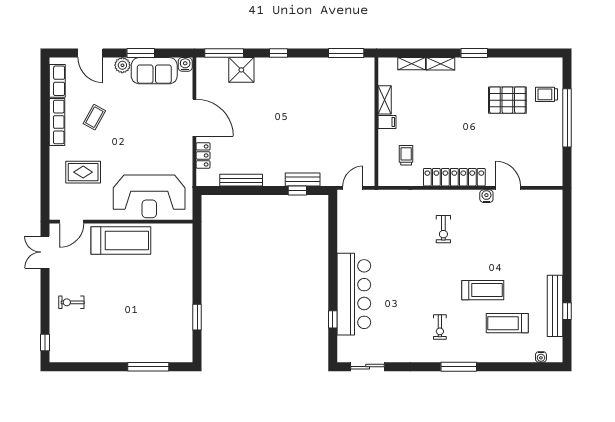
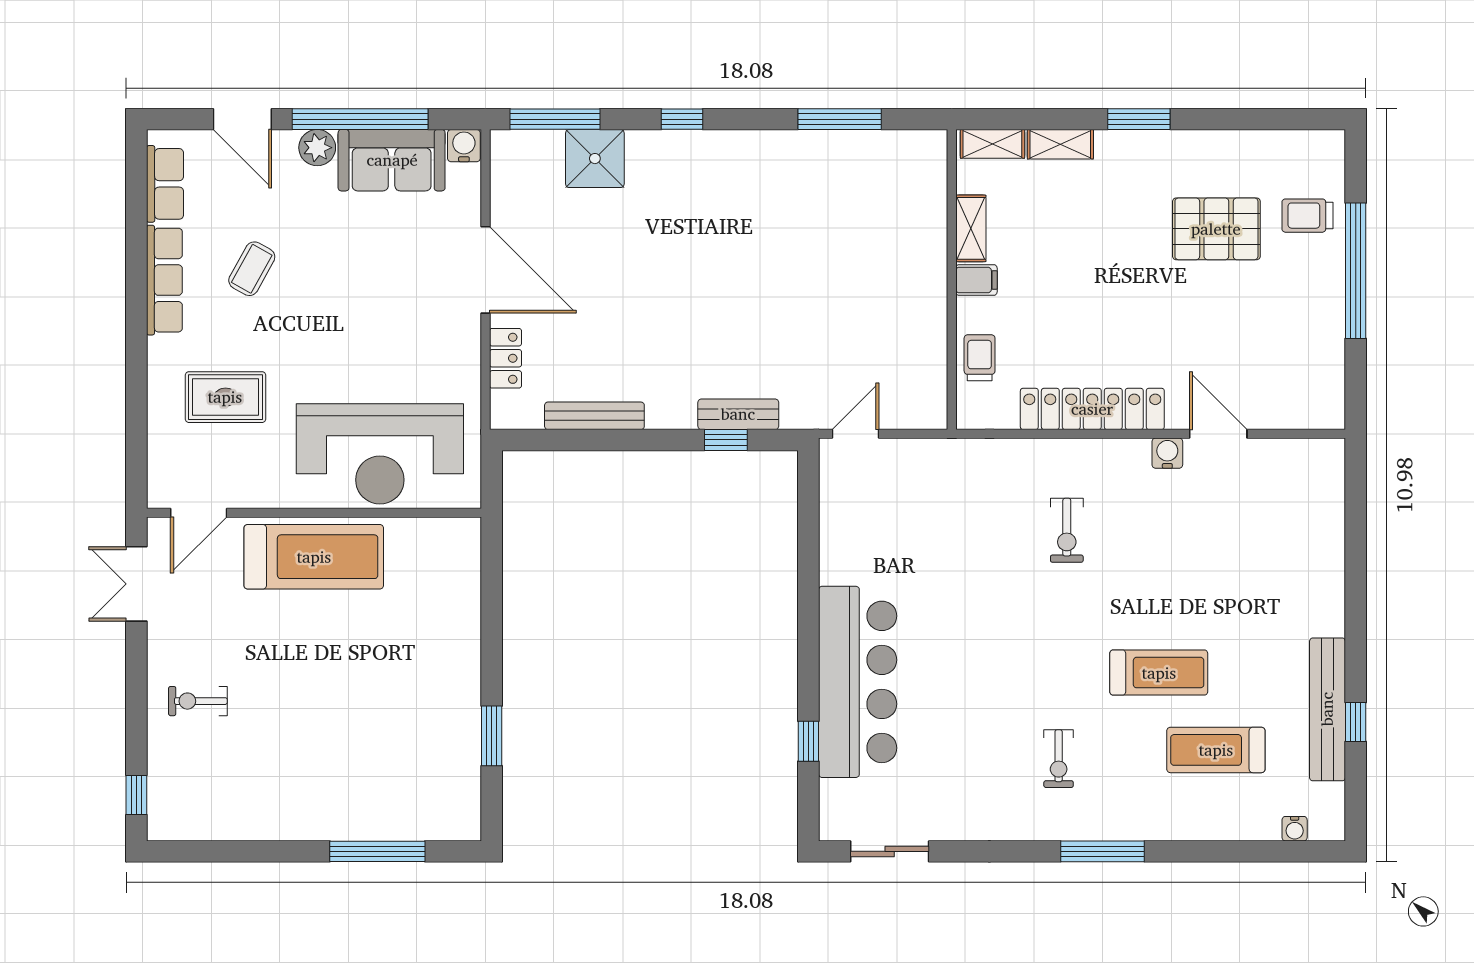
window: (141, 53) -> (360, 119), width x2.11
shelving: (385, 100) -> (971, 228), moved
wall: (376, 122) -> (952, 280), moved
filing cabinet: (387, 122) -> (976, 280), moved

